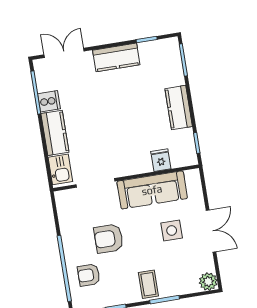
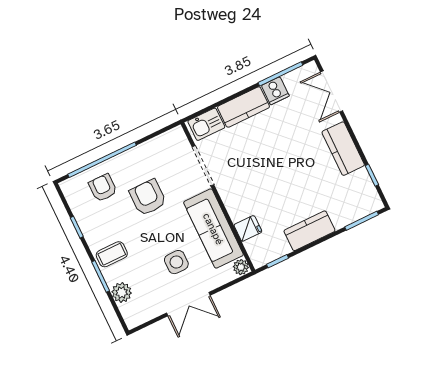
double door: (64, 53) -> (332, 91), swing flipped
plant: (192, 176) -> (241, 267), added
plant: (208, 282) -> (122, 292), moved

